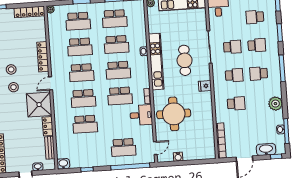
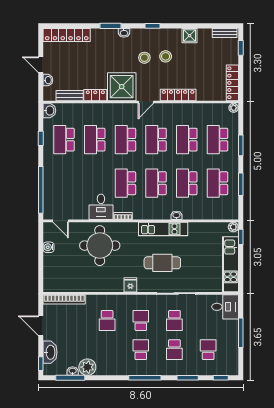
kitchen unit: (156, 62) -> (163, 229), width x0.73
school desk: (234, 75) -> (141, 320), turned 180
door: (51, 83) -> (146, 102), swing flipped
plant: (275, 104) -> (87, 367), moved
school desk: (123, 147) -> (64, 140), moved

